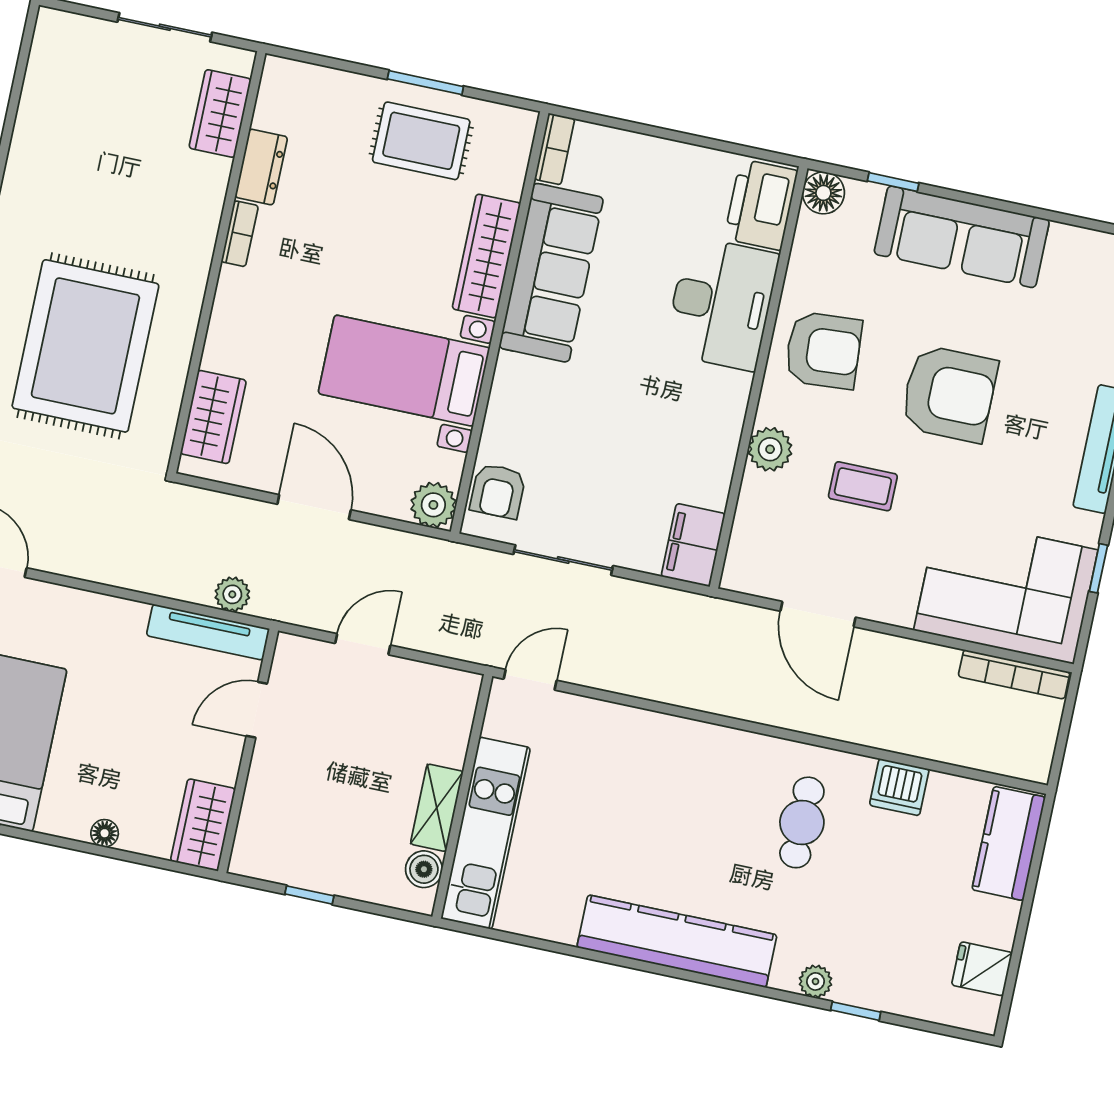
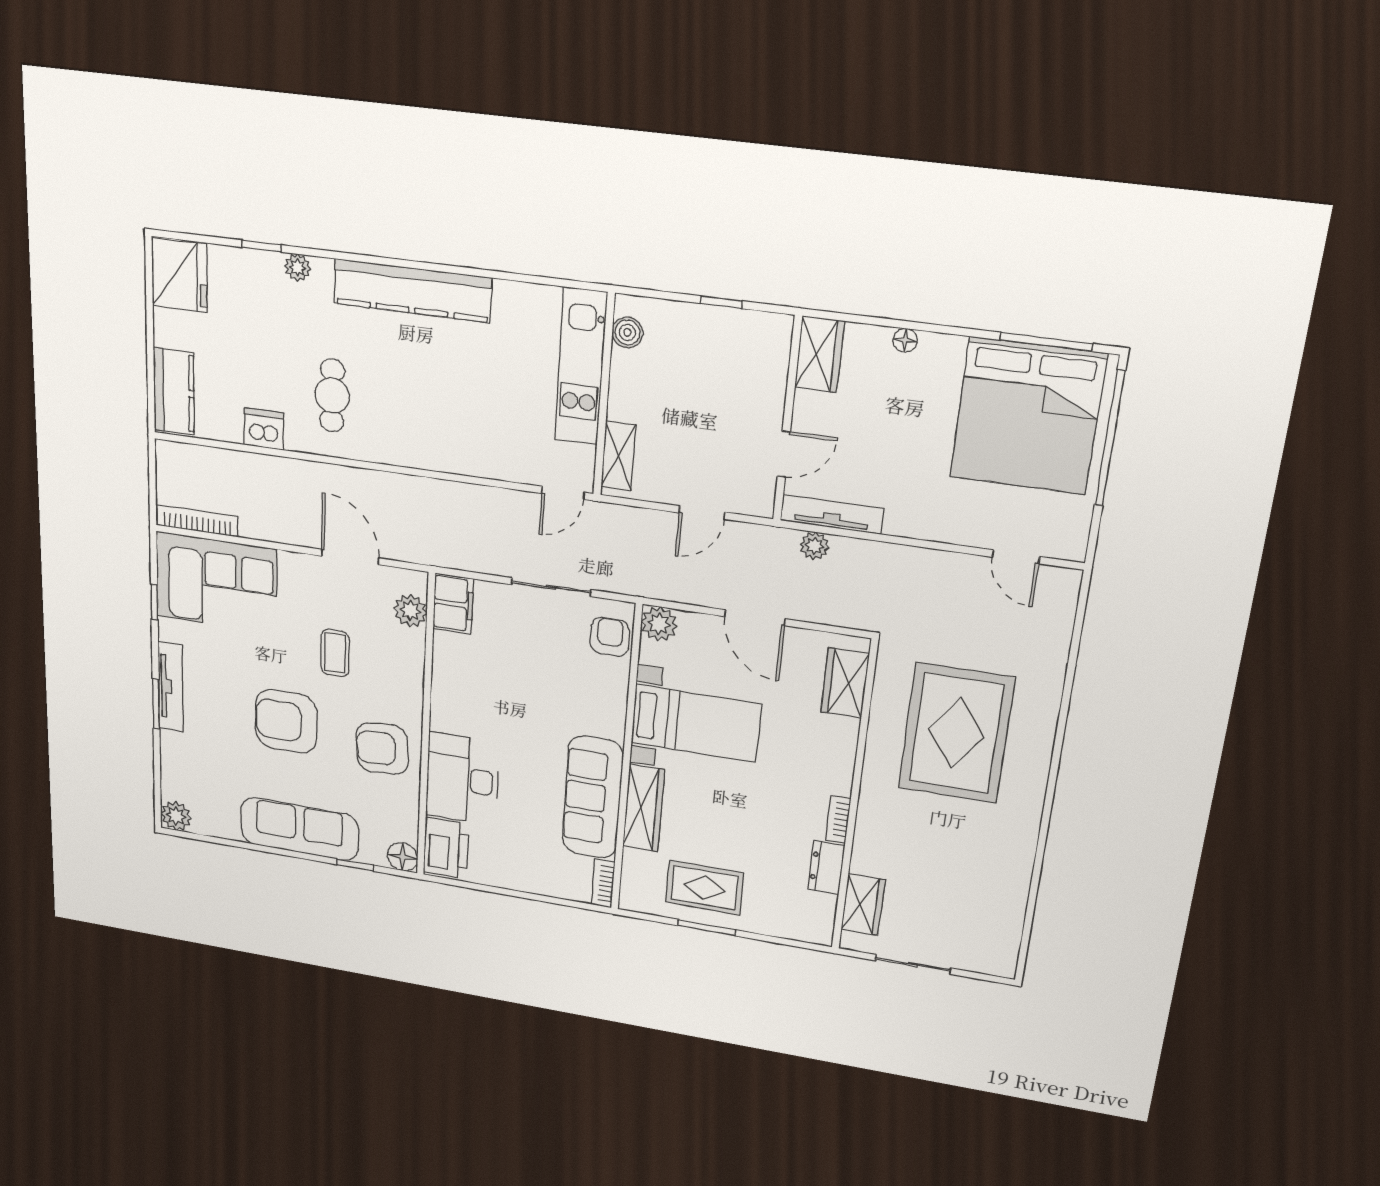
plant: (770, 449) -> (410, 611), moved
coffee table: (863, 486) -> (335, 653), turned 90
shelving: (437, 808) -> (618, 456), moved
fridge: (982, 969) -> (179, 275), width x1.88, depth x1.34

